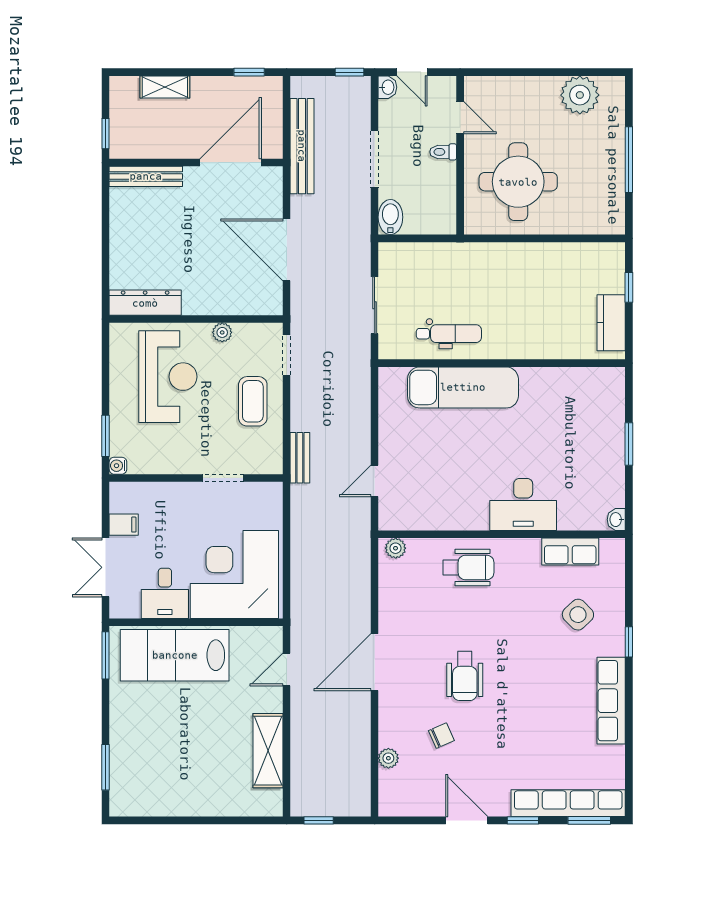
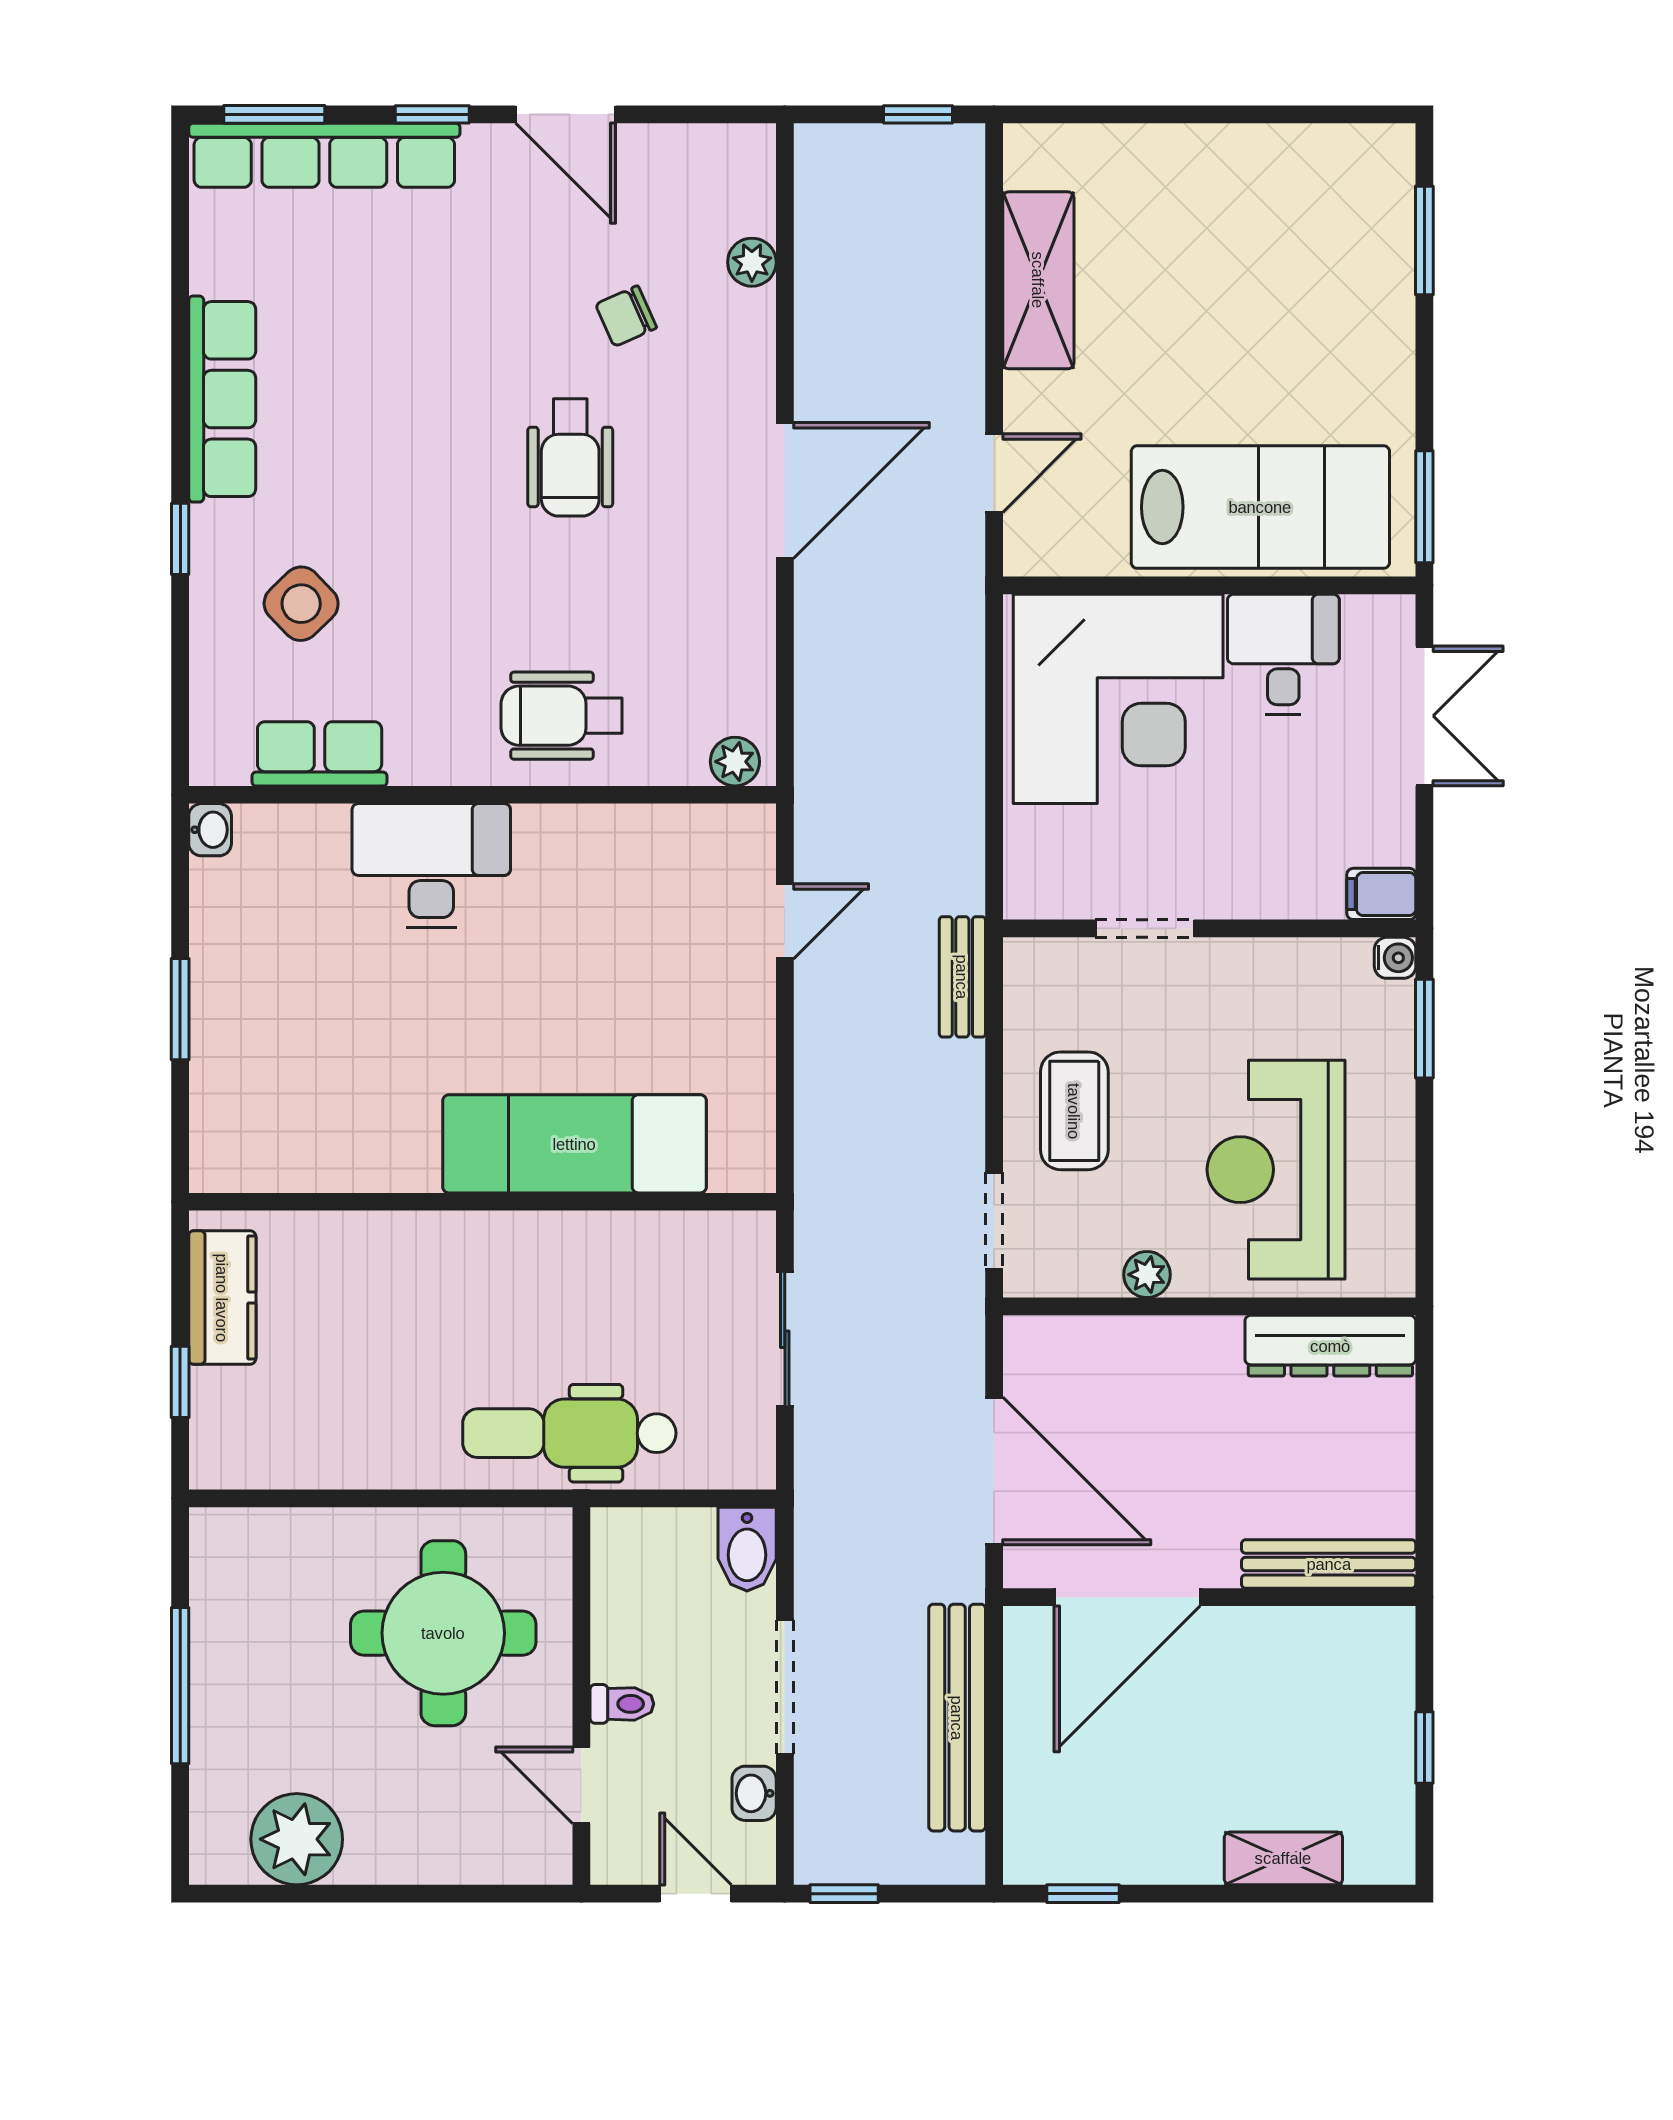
washbasin: (387, 87) -> (754, 1793), moved
wall: (196, 163) -> (1209, 1597), moved
door: (231, 163) -> (1127, 1597), moved
bench: (146, 176) -> (1329, 1564), moved
dental chair: (449, 334) -> (569, 1433), moved, width x1.36, depth x1.38
filing cabinet: (124, 525) -> (1381, 894), moved
wheelchair: (465, 676) -> (570, 458), turned 180

